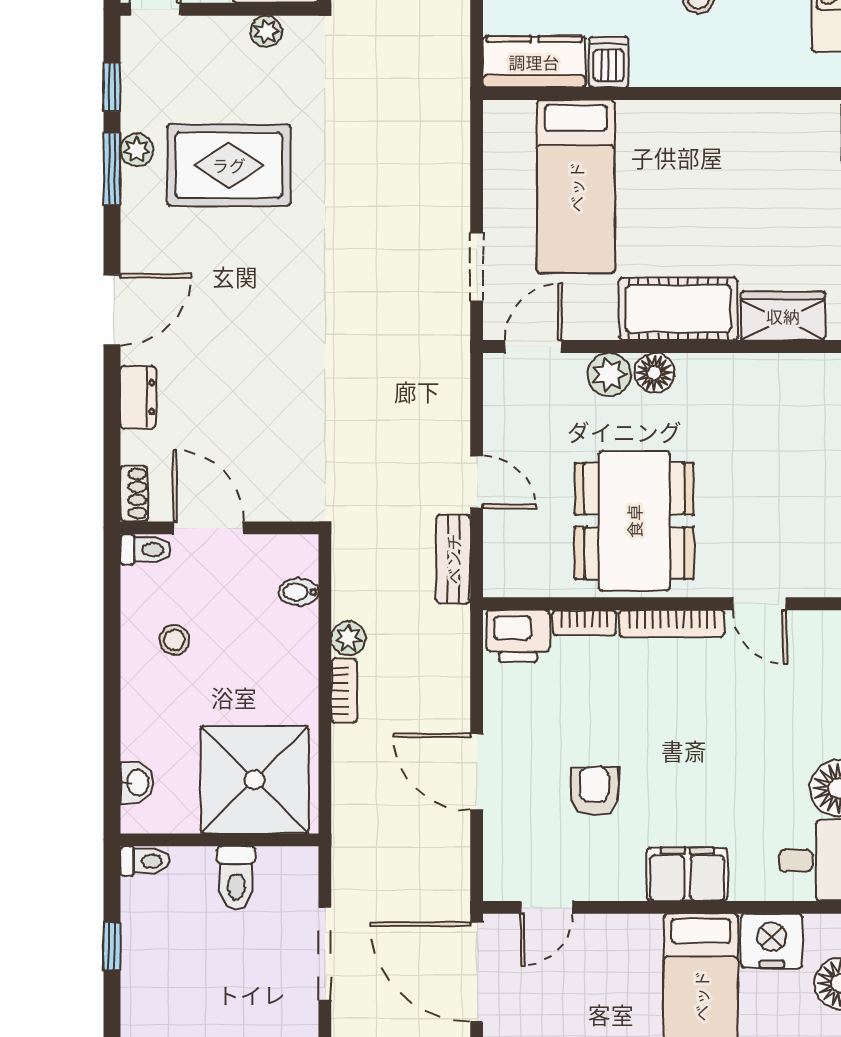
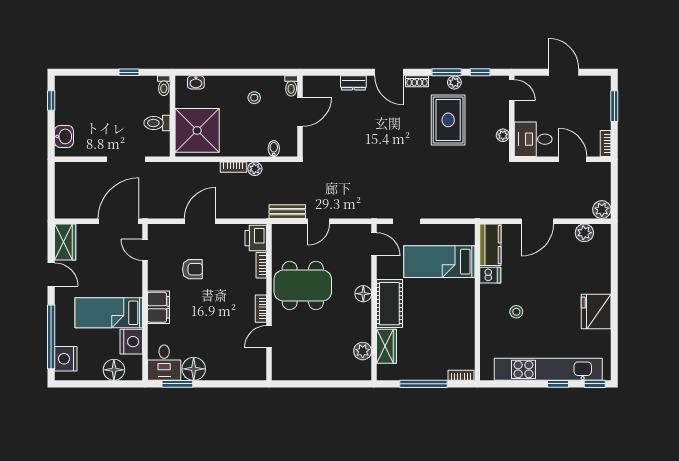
plant: (609, 375) -> (363, 351), moved
shoe rack: (134, 493) -> (417, 81), moved
bookcase: (672, 624) -> (261, 309), width x0.64

